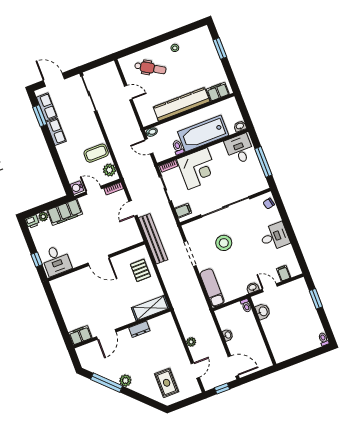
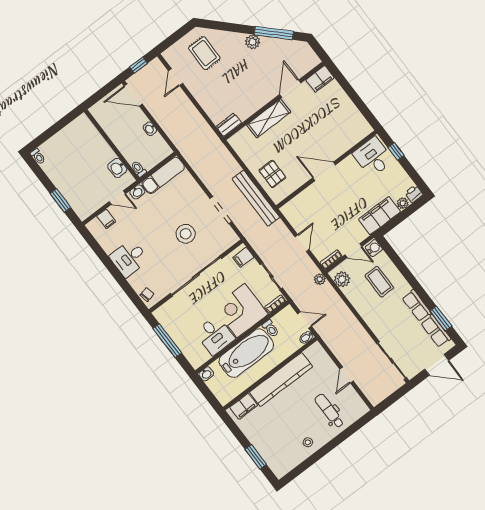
dental chair: (150, 68) -> (329, 411), turned 59
door: (128, 93) -> (346, 375), hinge flipped
desk: (239, 149) -> (215, 335), moved
coffee table: (96, 153) -> (379, 282), moved, turned 90
bench: (153, 239) -> (256, 198), moved
exam couch: (212, 288) -> (163, 175), moved, turned -90
shelving: (150, 308) -> (269, 118), moved
dresser: (139, 329) -> (229, 125), moved
plant: (191, 342) -> (320, 279), moved

